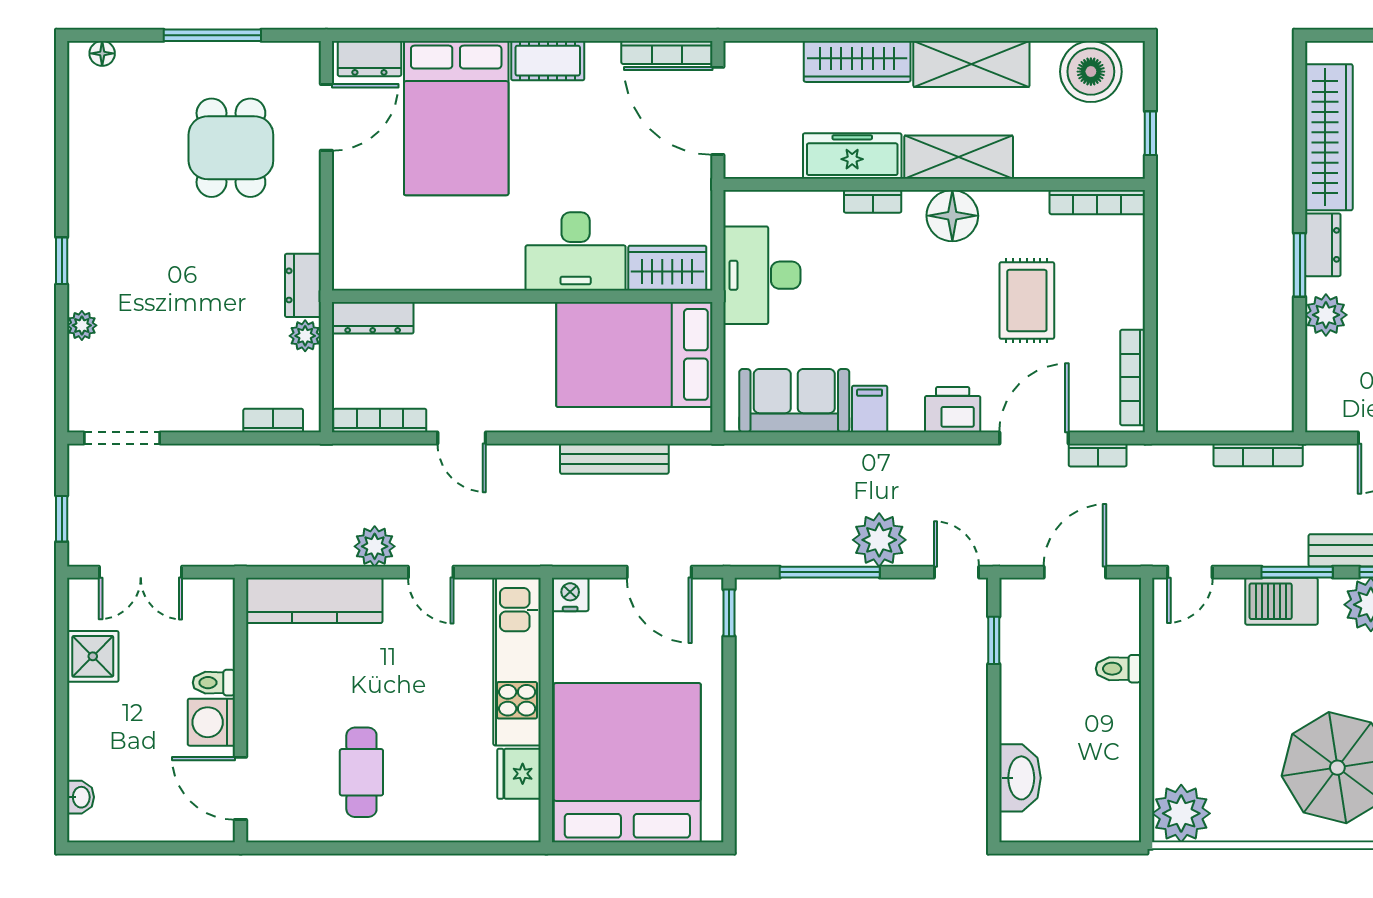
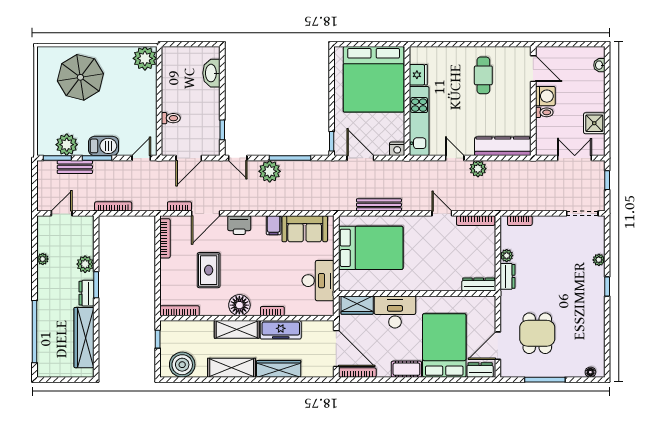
desk: (576, 251) -> (395, 312), moved
wardrobe: (667, 268) -> (357, 305), moved
wall: (522, 296) -> (417, 293), moved
dresser: (373, 318) -> (479, 285), moved

